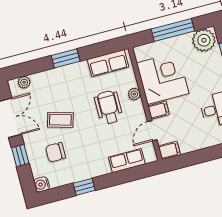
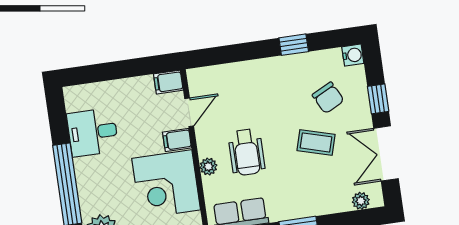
chair: (56, 152) -> (328, 98), turned 63
row of seats: (127, 161) -> (230, 75), removed

